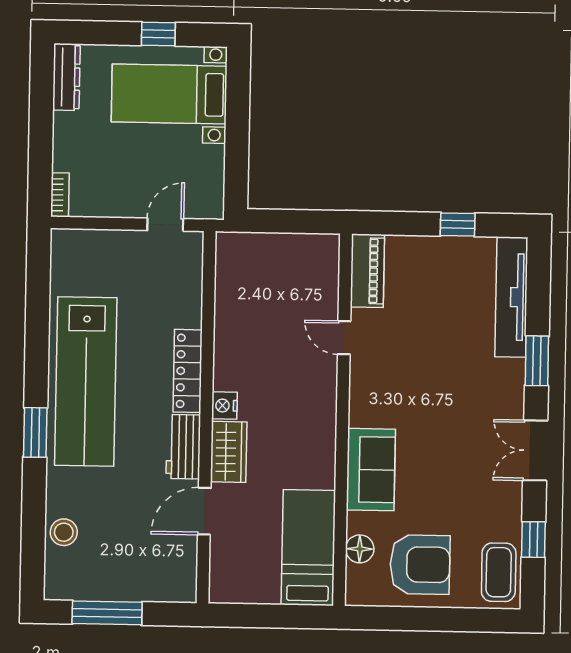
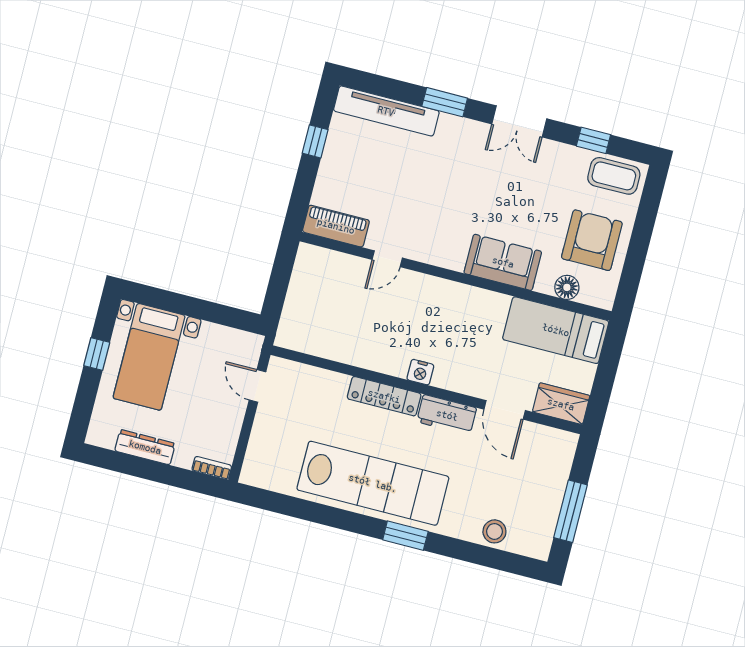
dresser: (66, 77) -> (145, 447), moved
wardrobe: (229, 452) -> (561, 404), moved

